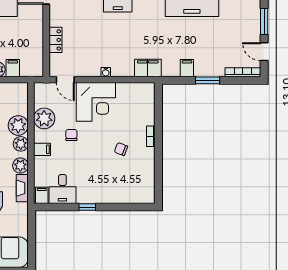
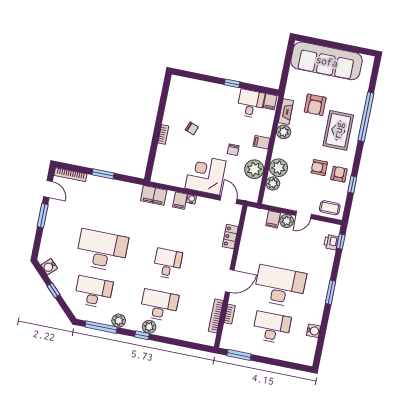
filing cabinet: (187, 68) -> (180, 201), moved
plant: (21, 144) -> (273, 184), moved

